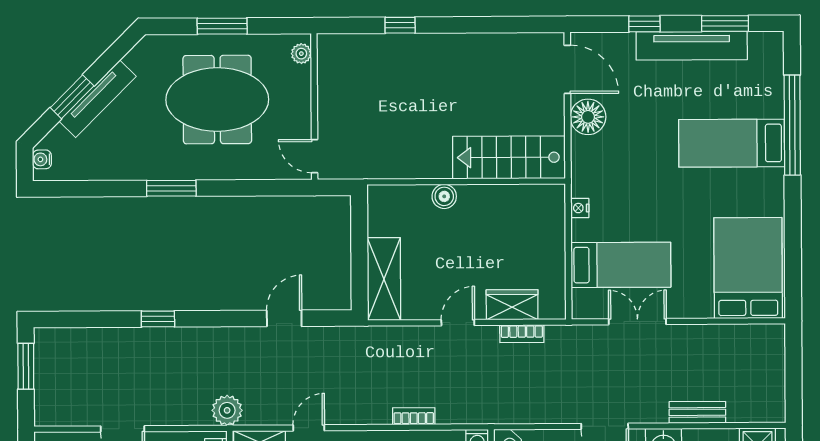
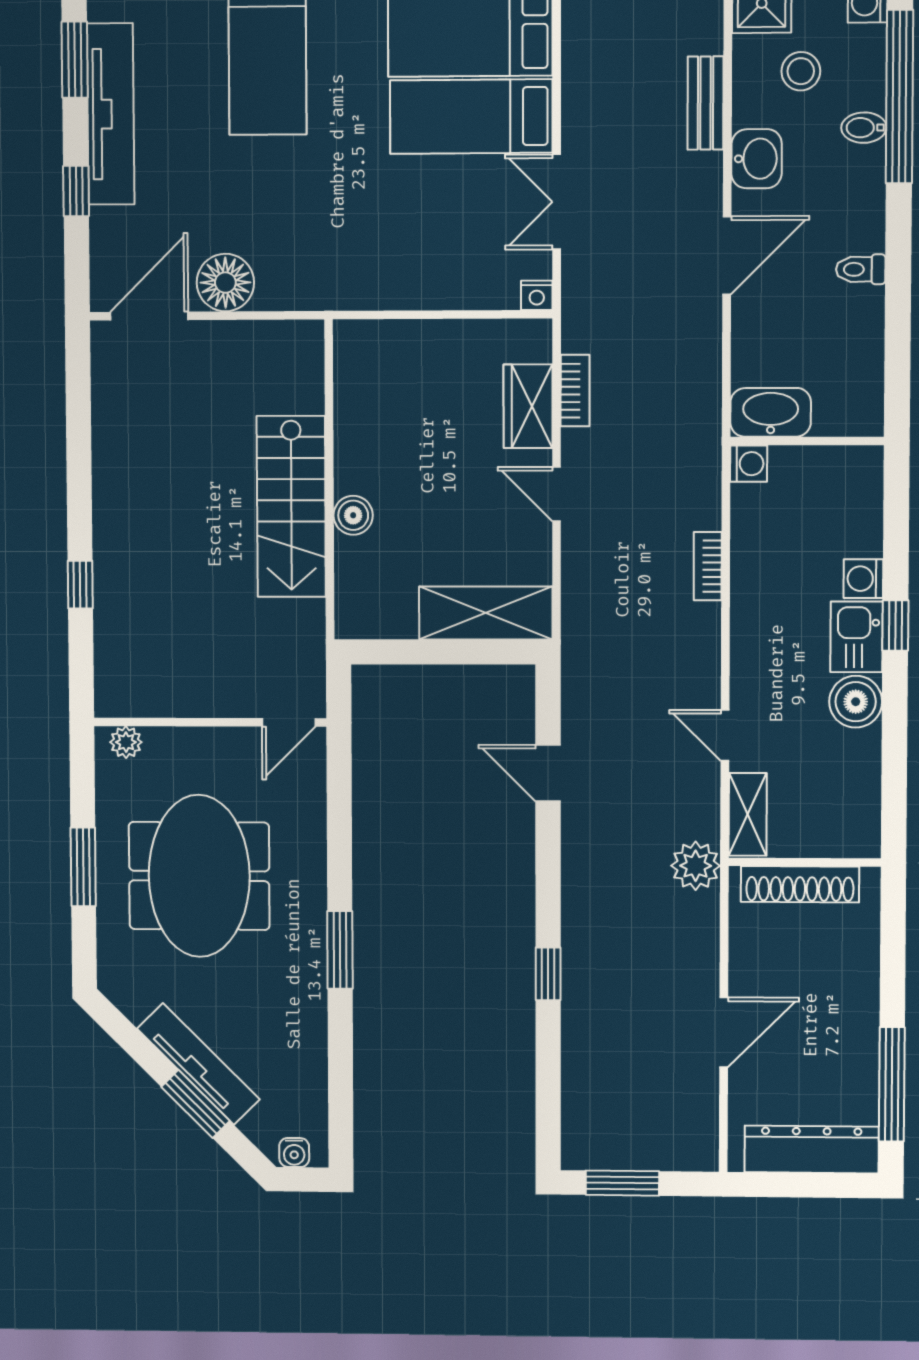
stairs: (509, 157) -> (291, 506), moved
nightstand: (580, 208) -> (537, 295), moved
bed: (621, 265) -> (471, 117), moved, turned -90

